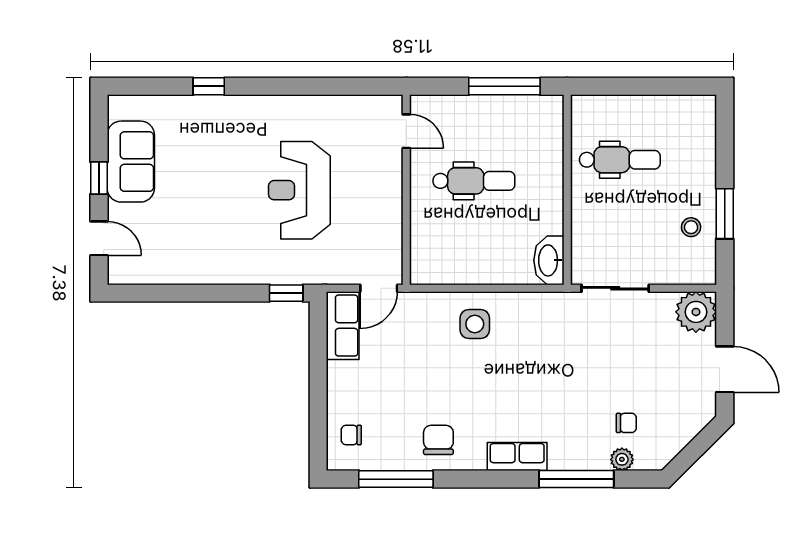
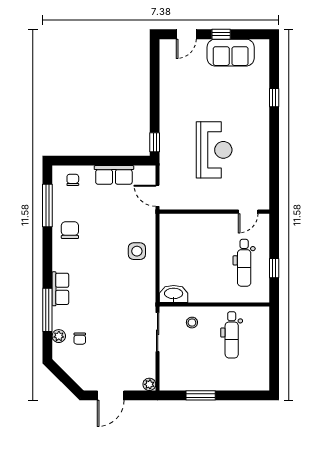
window: (504, 86) -> (274, 268), width x0.46
dental chair: (474, 181) -> (244, 263), moved
reception desk: (299, 190) -> (214, 150), turned 90
stool: (691, 227) -> (192, 323), moved
plant: (696, 312) -> (149, 384), width x0.53, depth x0.53
row of seats: (343, 326) -> (114, 175), moved
chair: (438, 440) -> (70, 230), turned -90
row of seats: (517, 457) -> (60, 289), moved

